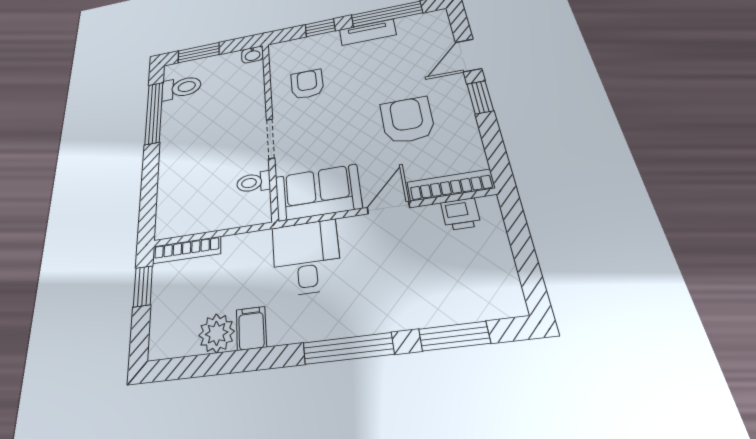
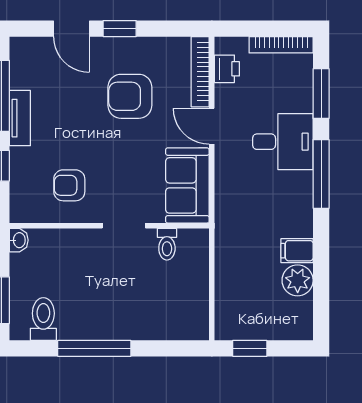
window: (154, 113) -> (94, 348), moved
bookcase: (187, 250) -> (281, 45), moved, turned 90
desk: (306, 257) -> (283, 142), moved, turned 180

